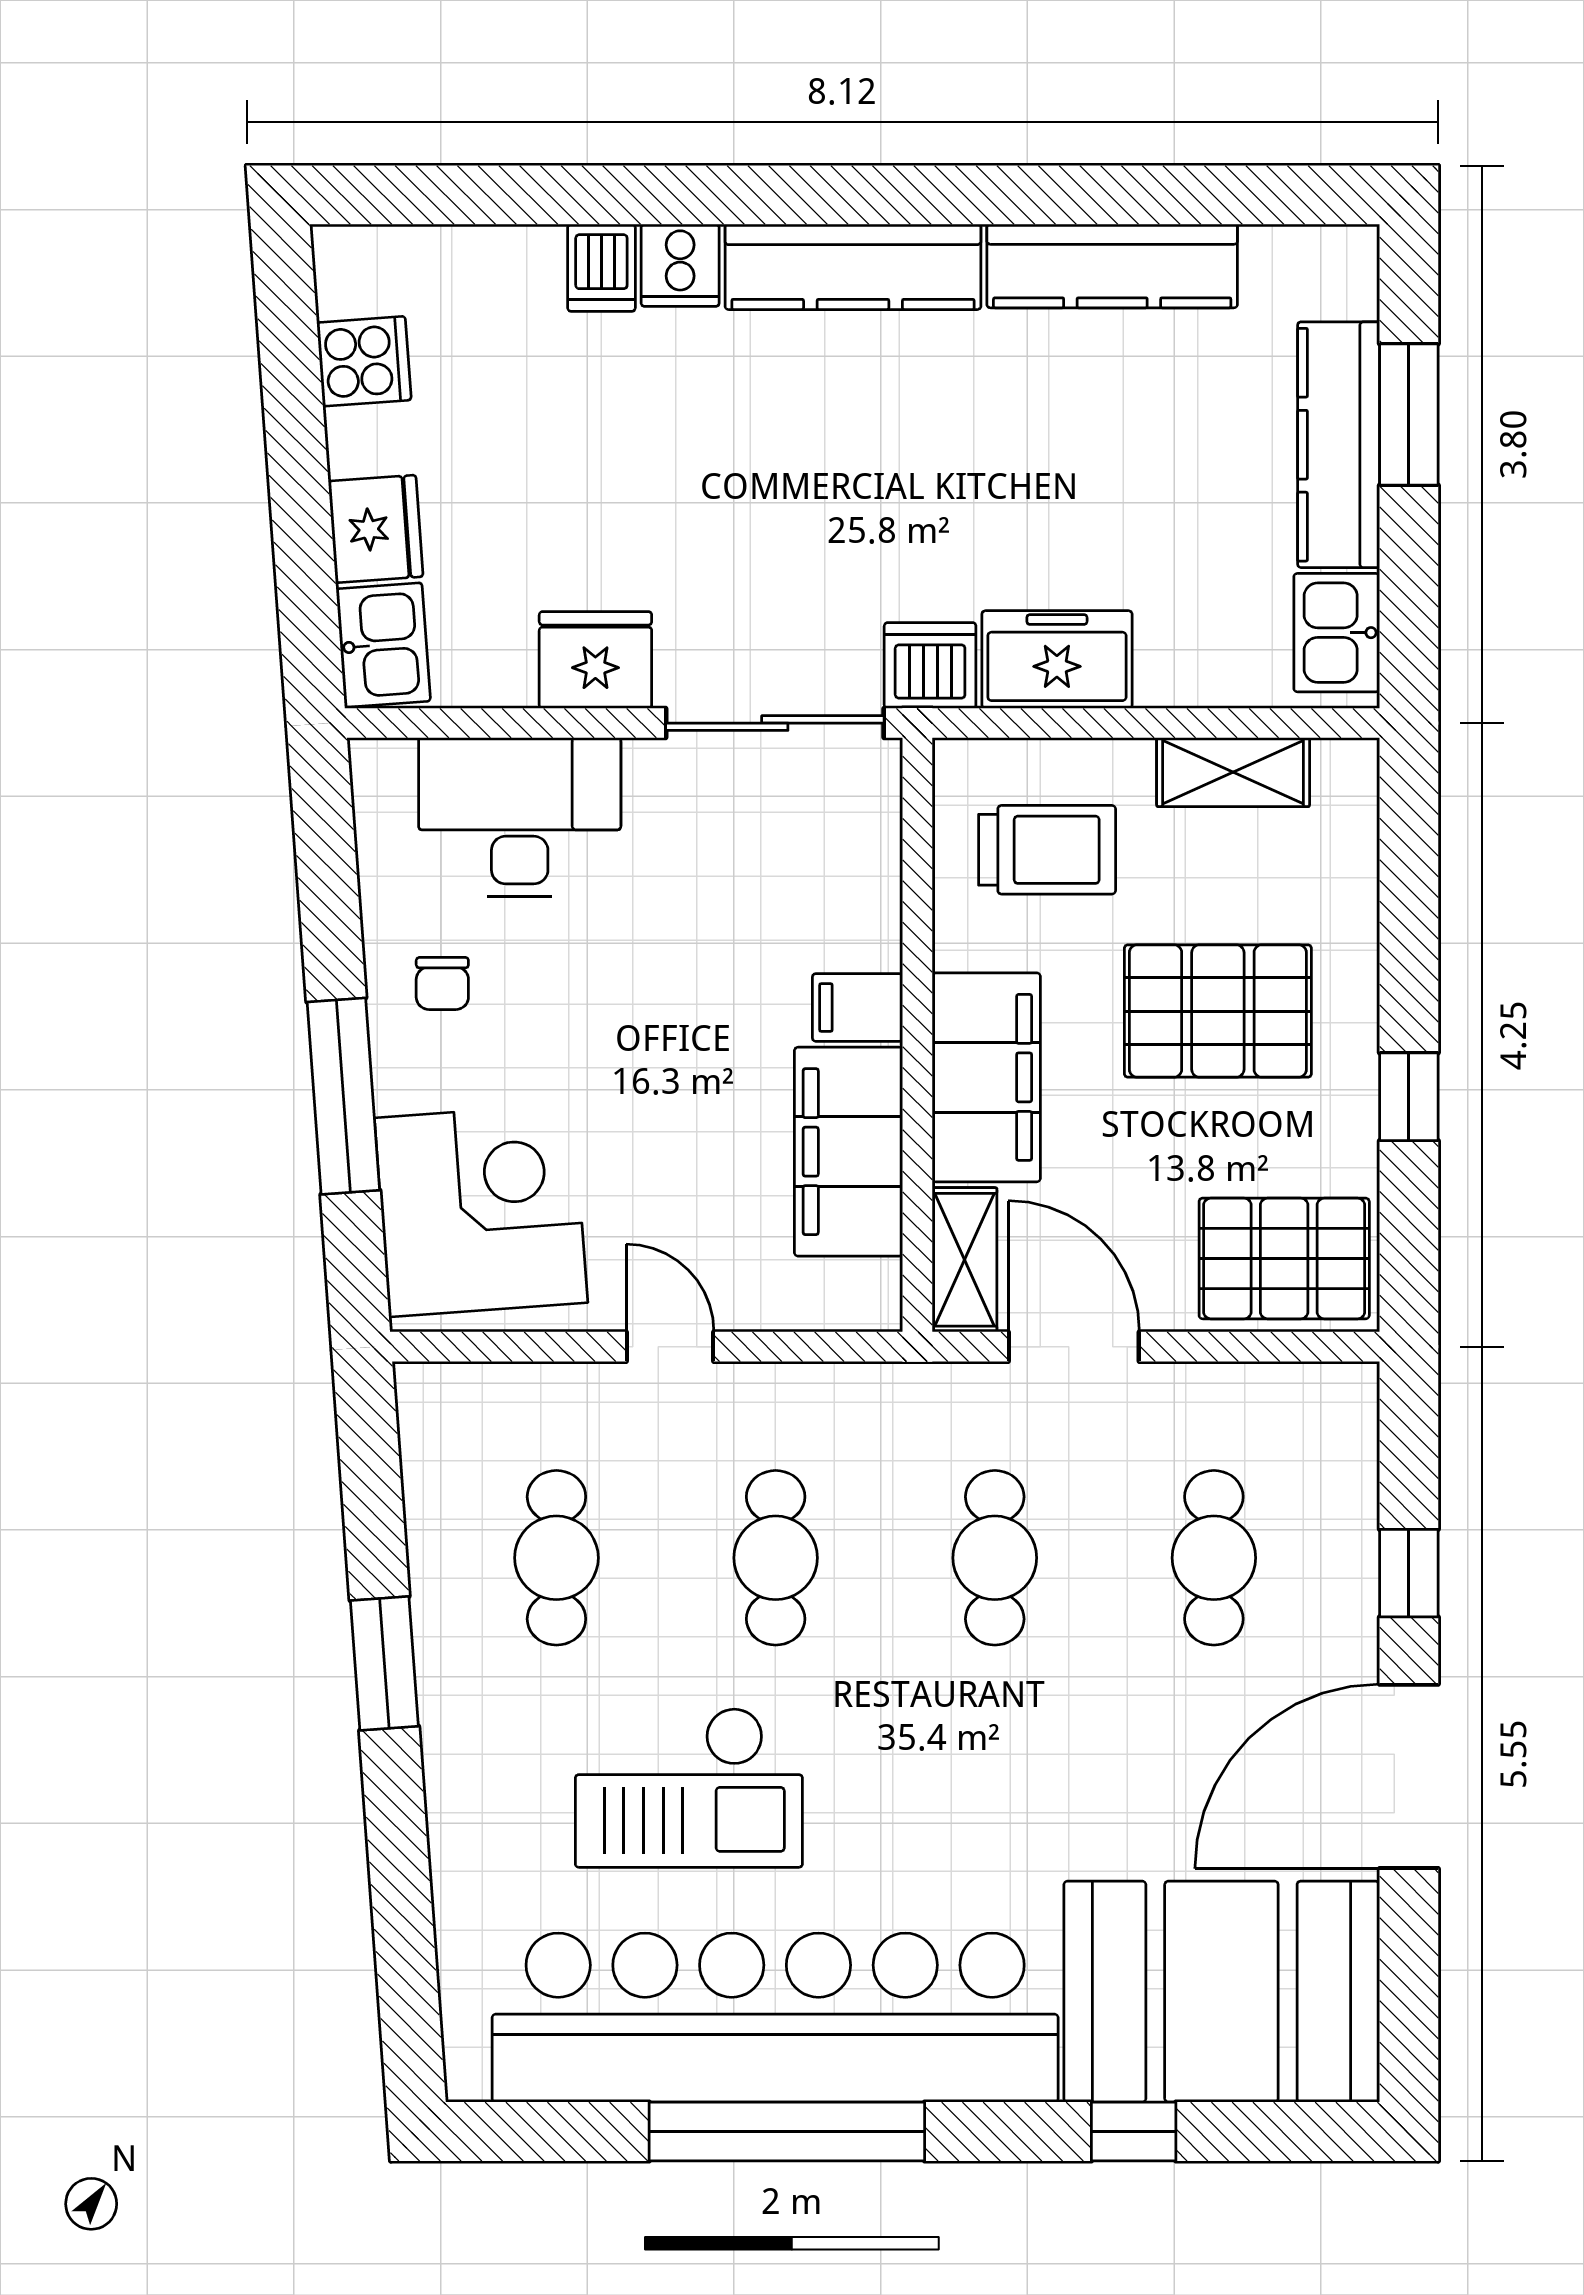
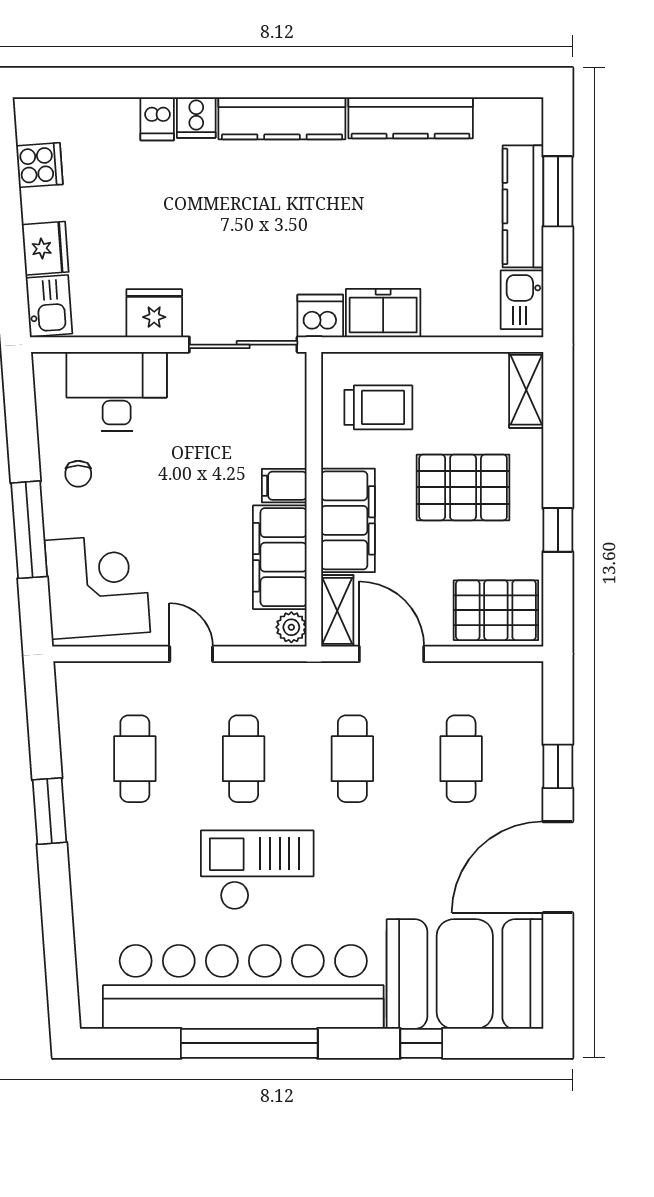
shelving: (1233, 772) -> (526, 390), moved, turned 90
plant: (872, 1293) -> (291, 627), added
checkout: (689, 1787) -> (257, 870), moved, turned 180

